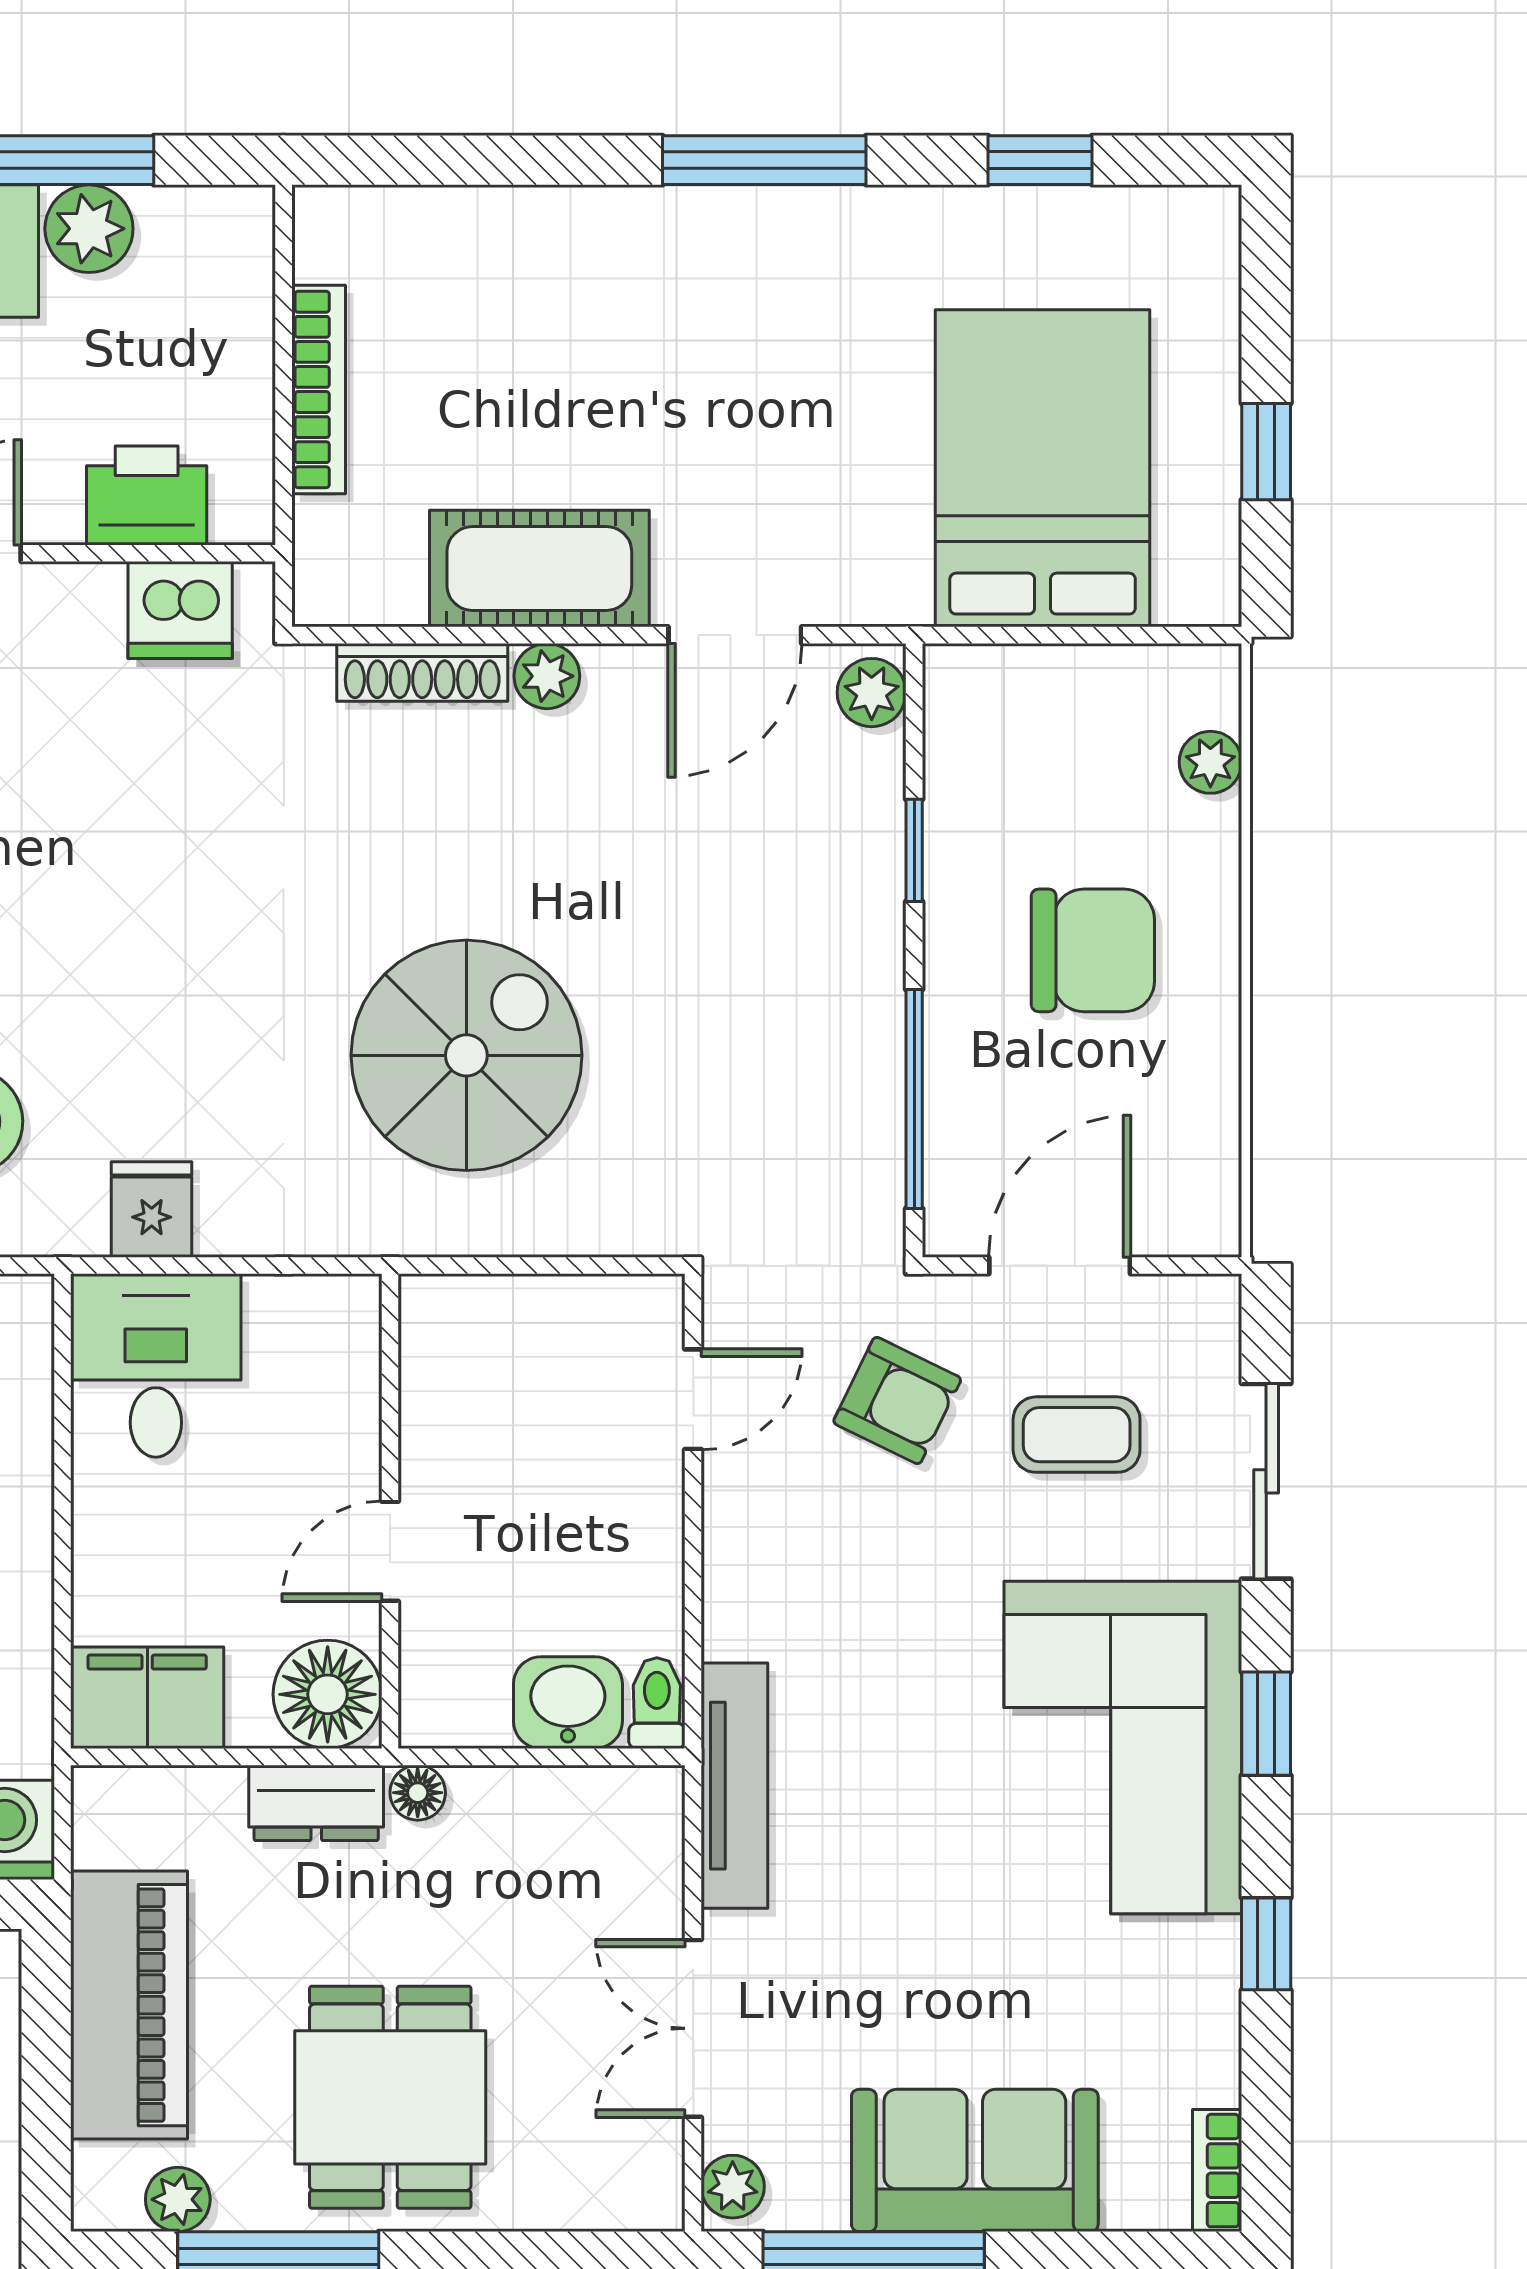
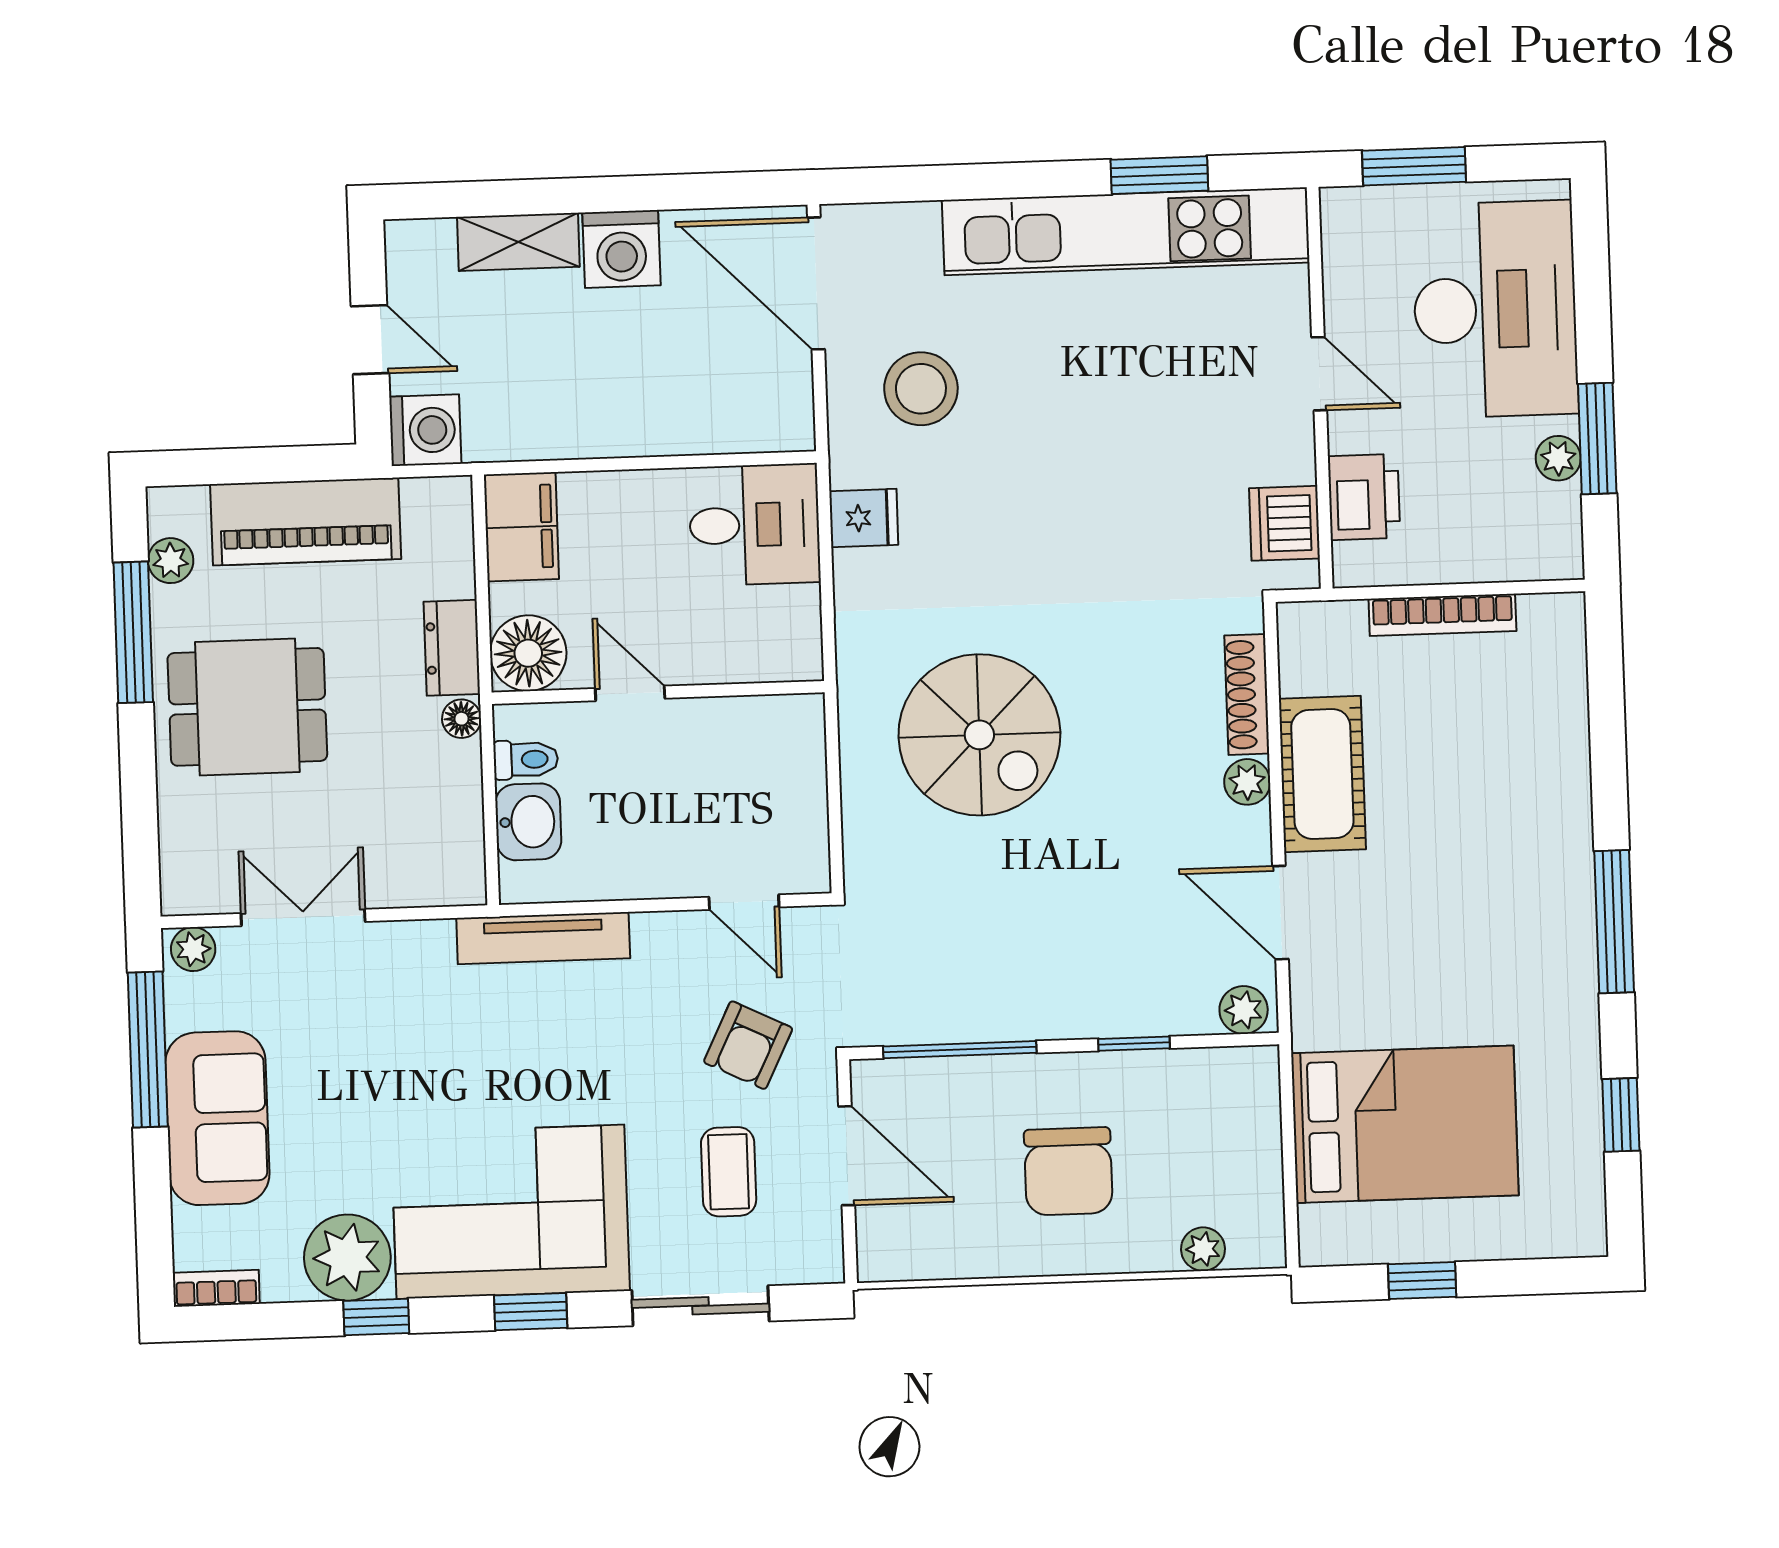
plant: (89, 229) -> (1558, 458), width x0.73, depth x0.73
toilet: (657, 1703) -> (526, 760), moved
tv unit: (734, 1786) -> (543, 938), moved
plant: (1180, 1982) -> (347, 1258), added

